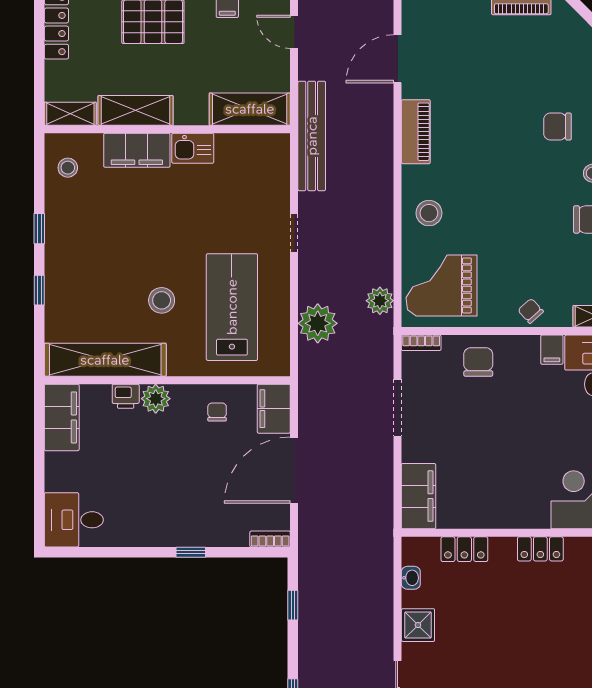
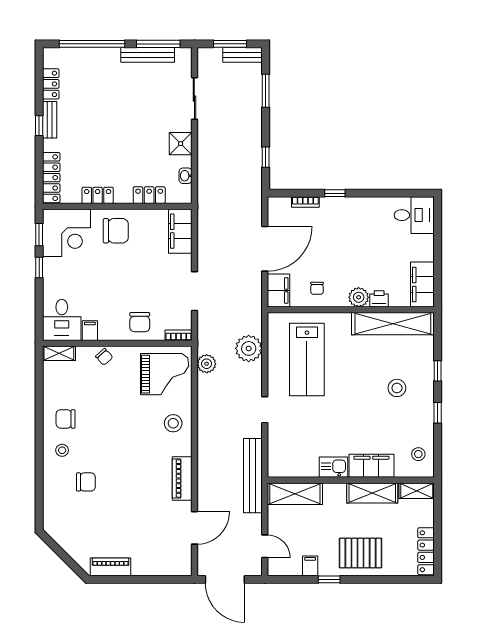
stool: (162, 300) -> (397, 388), moved
chair: (514, 497) -> (116, 231), added
bookcase: (270, 539) -> (305, 202), moved

